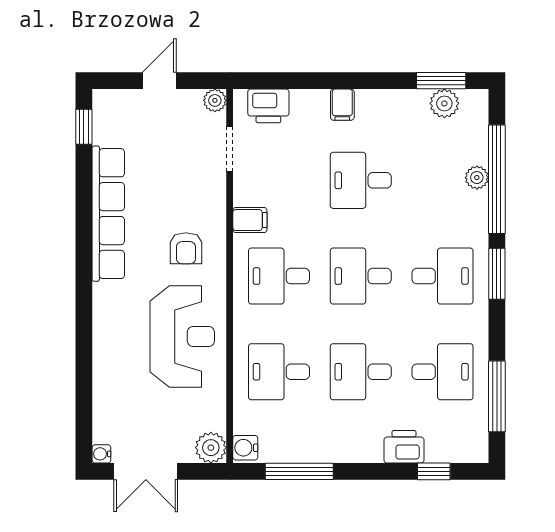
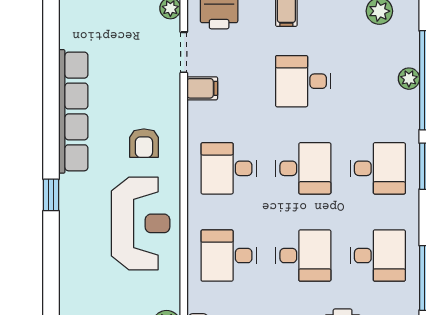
window: (84, 127) -> (51, 195), moved
filing cabinet: (250, 220) -> (202, 88), moved
desk: (361, 276) -> (303, 168), turned 180
desk: (361, 372) -> (303, 256), turned 180

